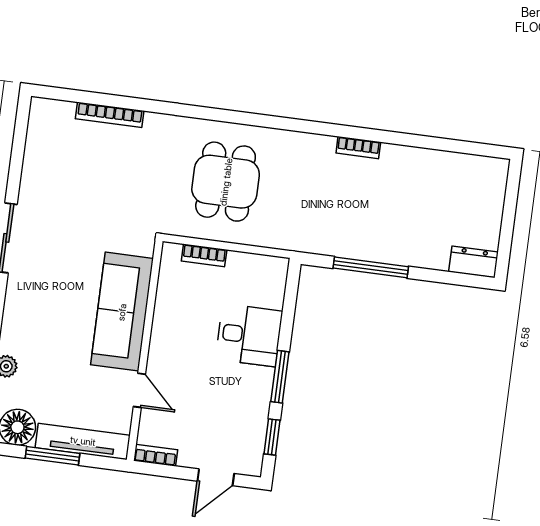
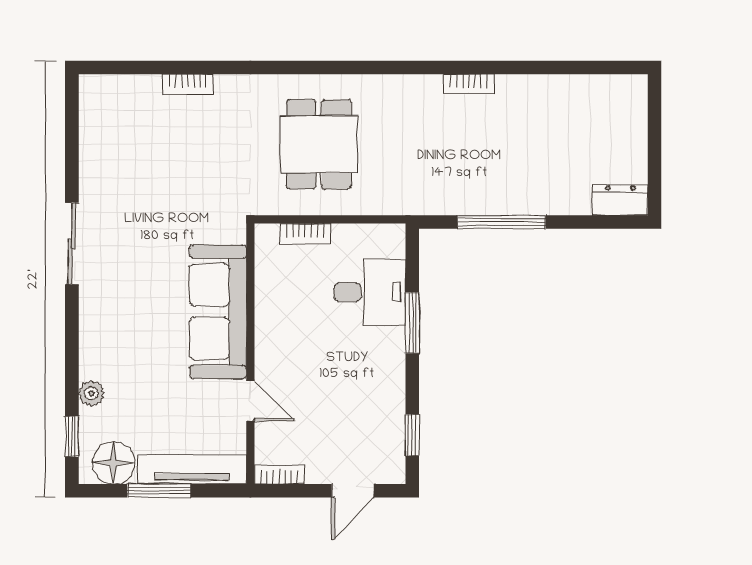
bookcase: (110, 115) -> (188, 84), width x0.64
desk: (249, 335) -> (370, 292), moved
window: (280, 377) -> (412, 323), moved

